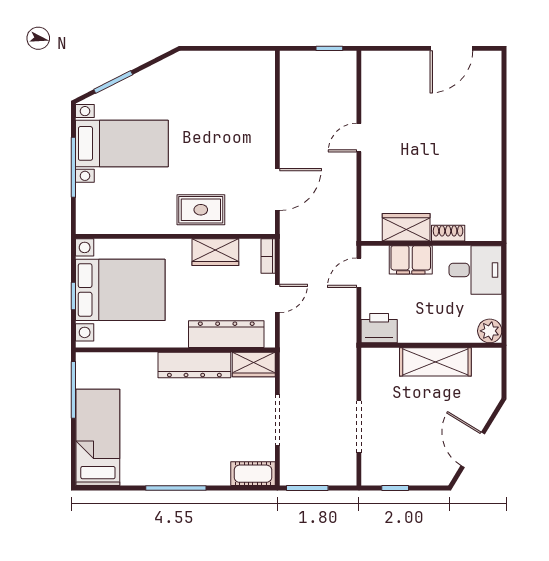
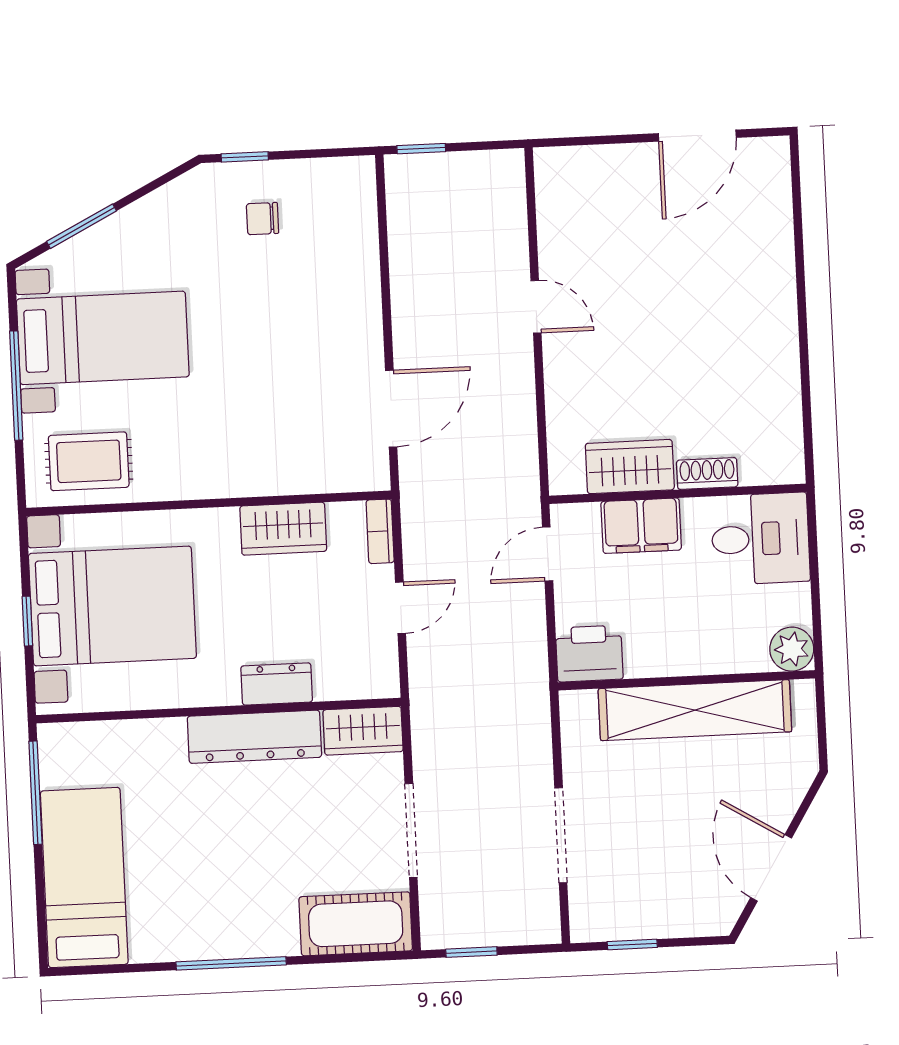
window: (204, 48) -> (245, 157), added
window: (329, 48) -> (421, 149), moved
chair: (212, 83) -> (263, 219), added
door: (359, 138) -> (536, 307), swing flipped
rug: (201, 210) -> (89, 461), moved
dresser: (226, 334) -> (277, 684), width x0.51, depth x0.80
shelving: (435, 362) -> (695, 710), width x1.47
cot: (253, 474) -> (356, 924), width x1.37, depth x1.34
window: (307, 488) -> (471, 952), width x0.67

